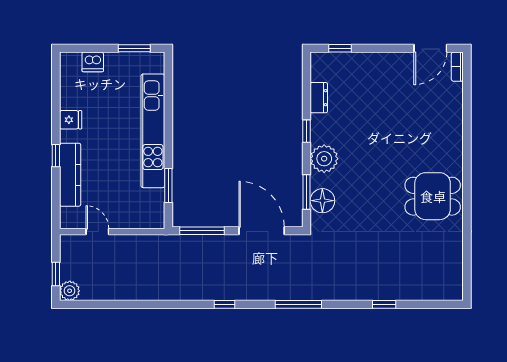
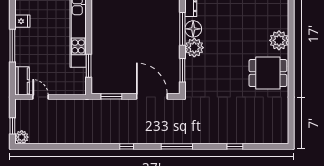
window: (307, 131) -> (182, 29), width x2.17
plant: (449, 148) -> (279, 40), added
window: (56, 156) -> (12, 46), width x2.17
kitchen counter: (70, 175) -> (22, 81), moved, width x0.67
floor lamp: (322, 201) -> (193, 29), moved
window: (202, 231) -> (111, 96), width x0.69

